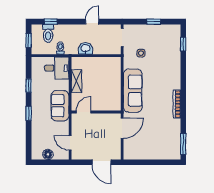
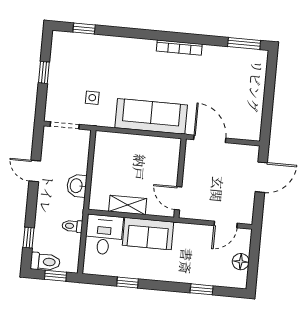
toilet: (48, 33) -> (45, 262), moved
sofa: (60, 106) -> (148, 234), moved
window: (29, 113) -> (202, 289), moved

